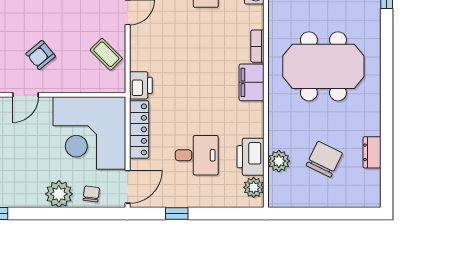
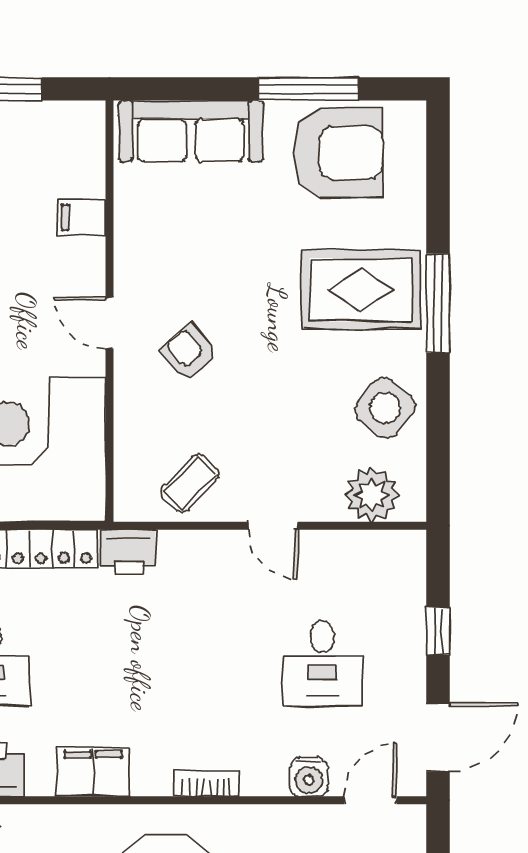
filing cabinet: (252, 82) -> (93, 772), moved

